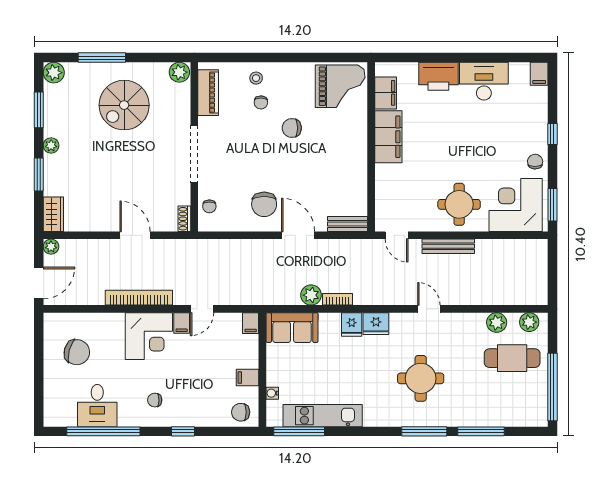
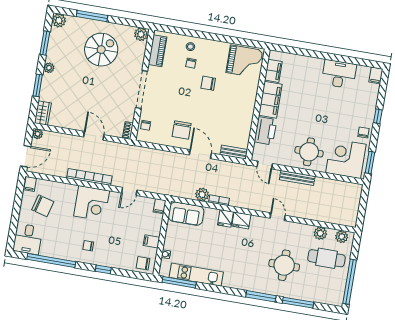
printer: (438, 76) -> (265, 131), moved, turned -90
spiral stairs: (124, 105) -> (101, 50), turned 180
filing cabinet: (182, 323) -> (30, 184), moved
round table: (421, 378) -> (284, 265), moved
desk: (97, 406) -> (28, 239), moved

